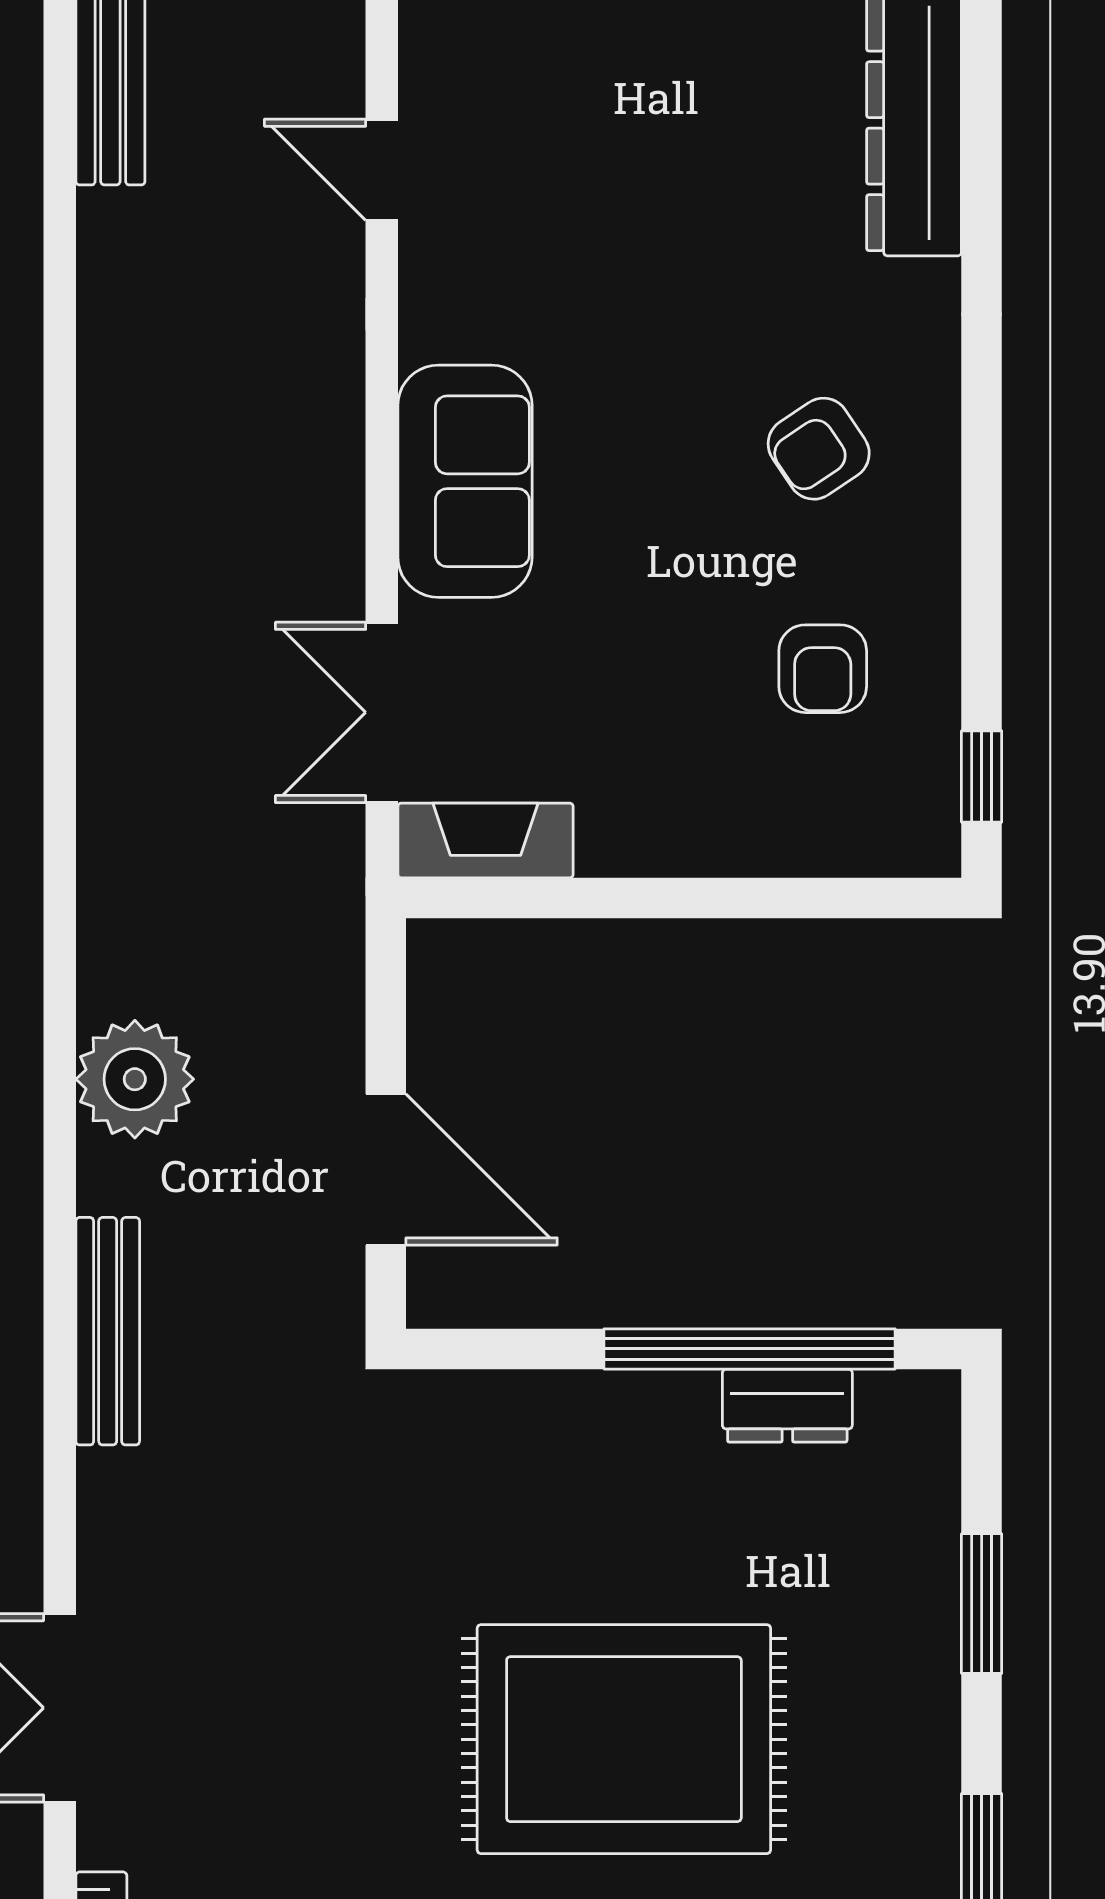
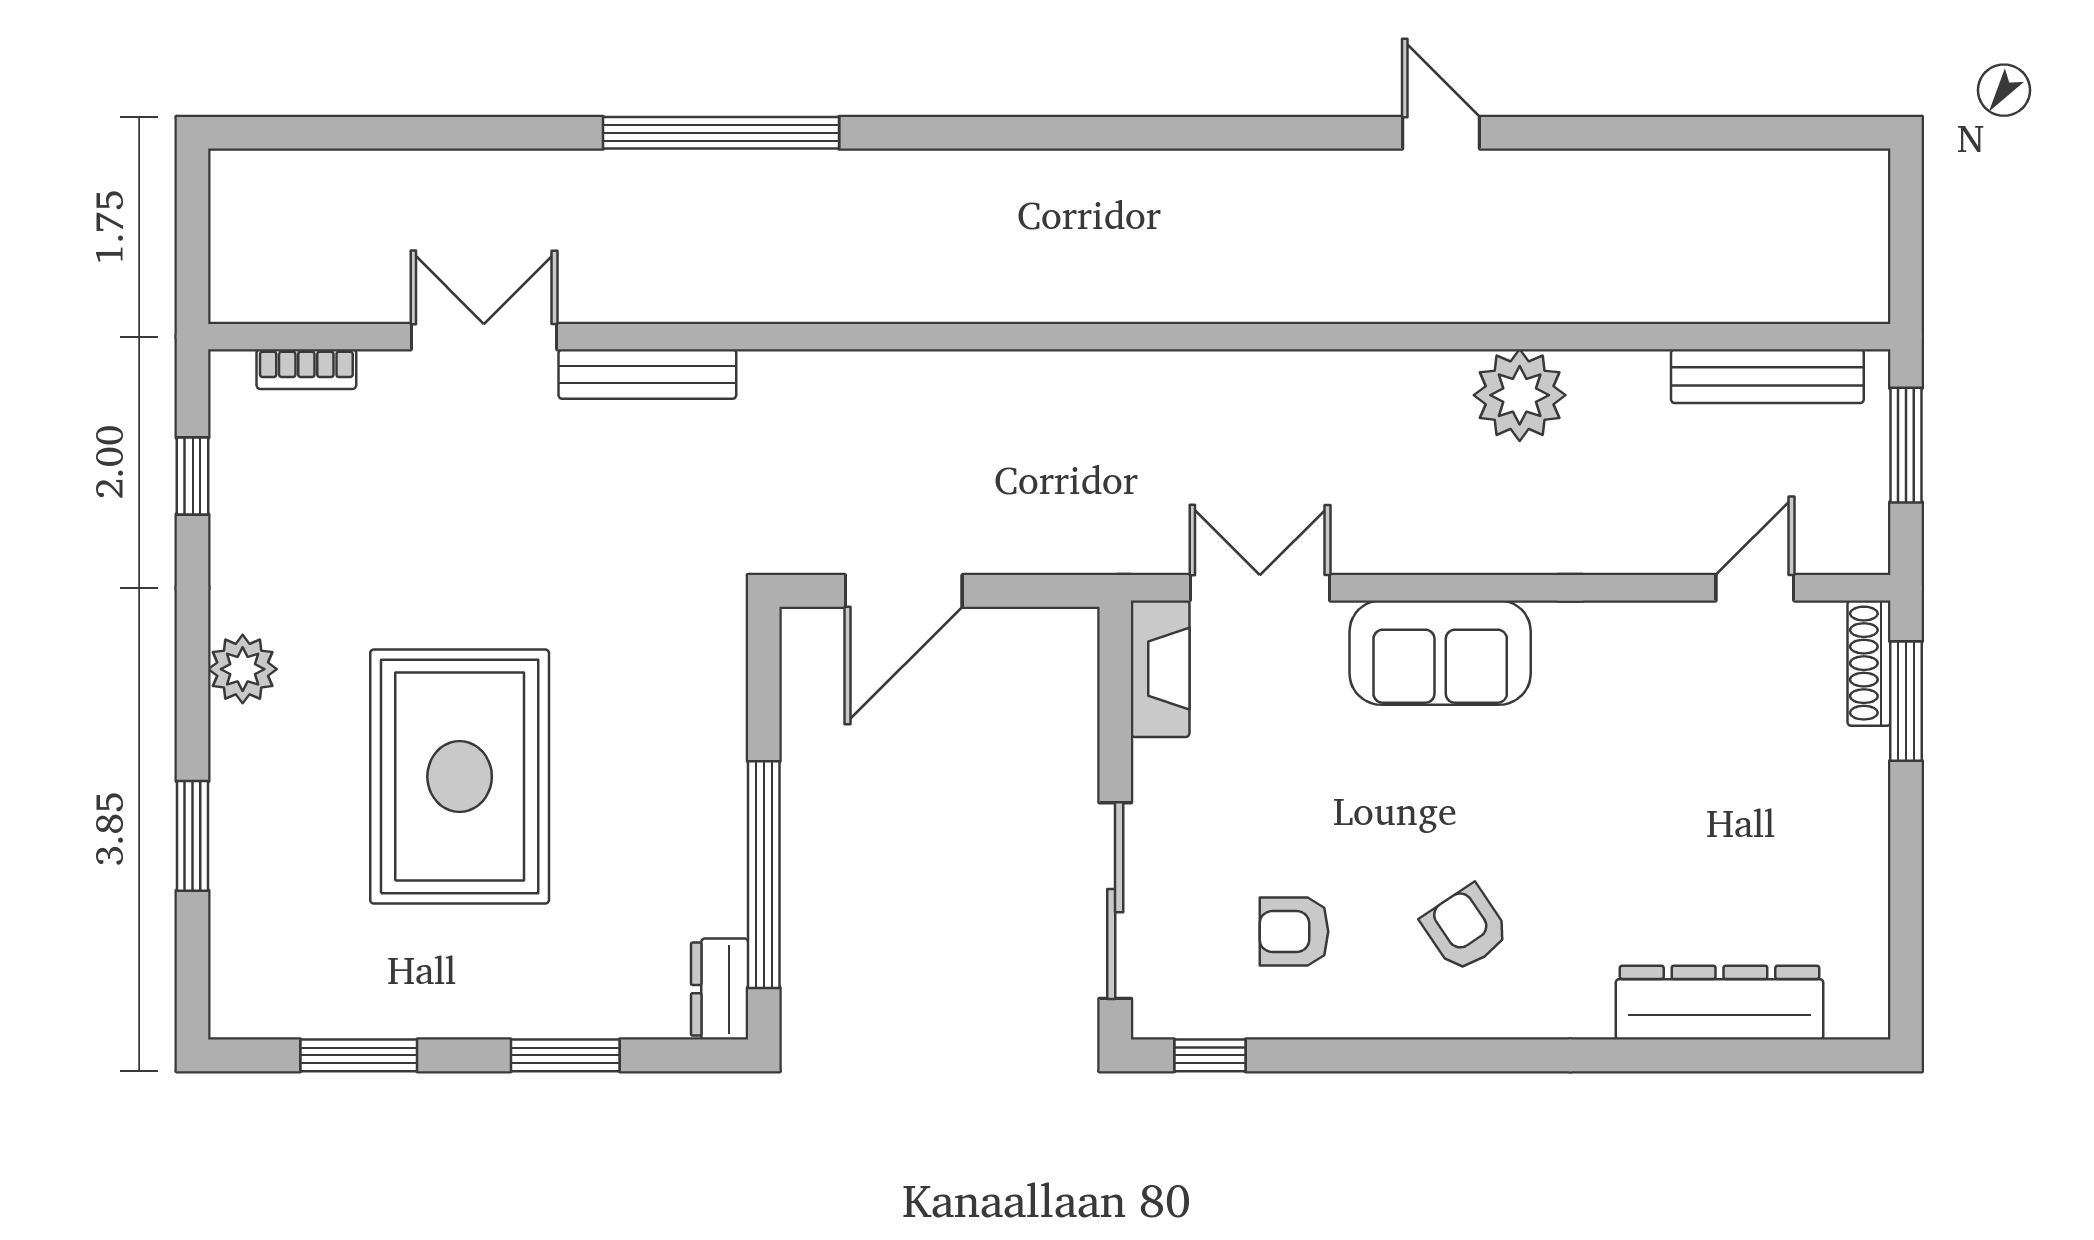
door: (382, 170) -> (1755, 588), moved
sliding door: (783, 898) -> (1115, 901), added
plant: (135, 1079) -> (1520, 395), moved
bench: (108, 1331) -> (647, 374), moved
dresser: (787, 1406) -> (720, 989), moved

